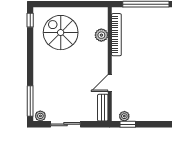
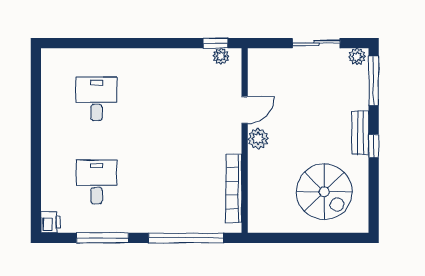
window: (30, 20) -> (374, 146), moved
plant: (101, 35) -> (258, 139), moved
bench: (103, 108) -> (360, 133), moved

